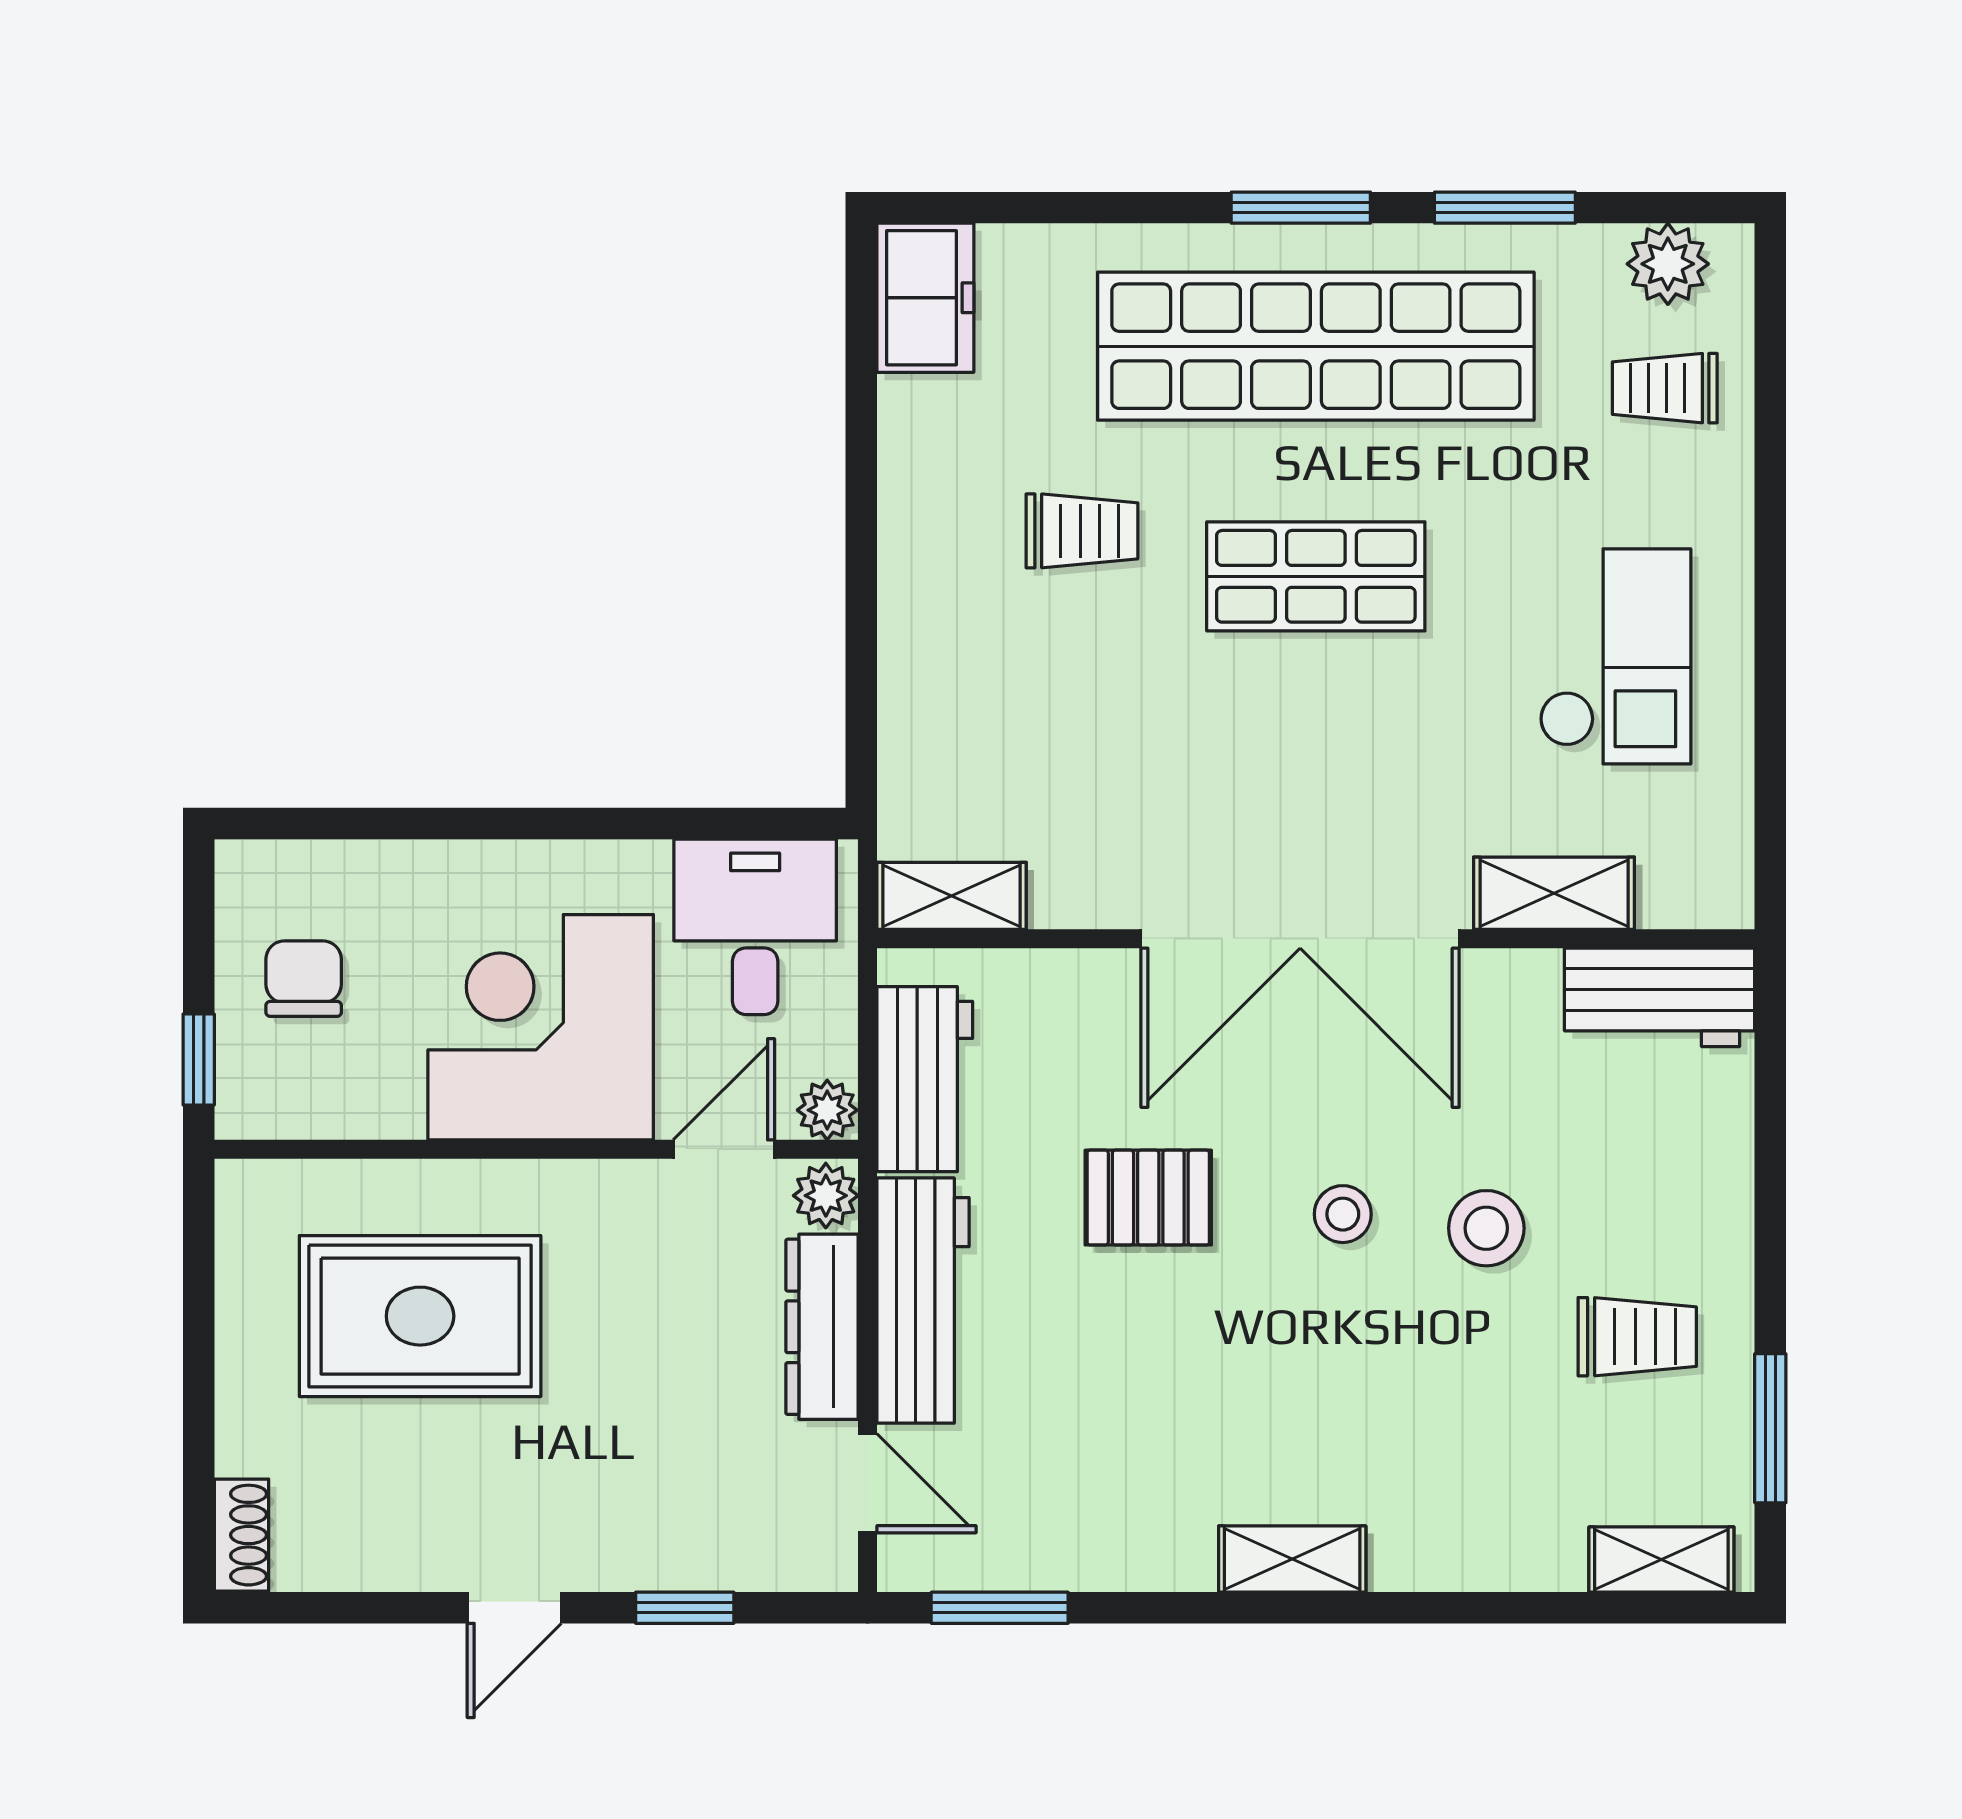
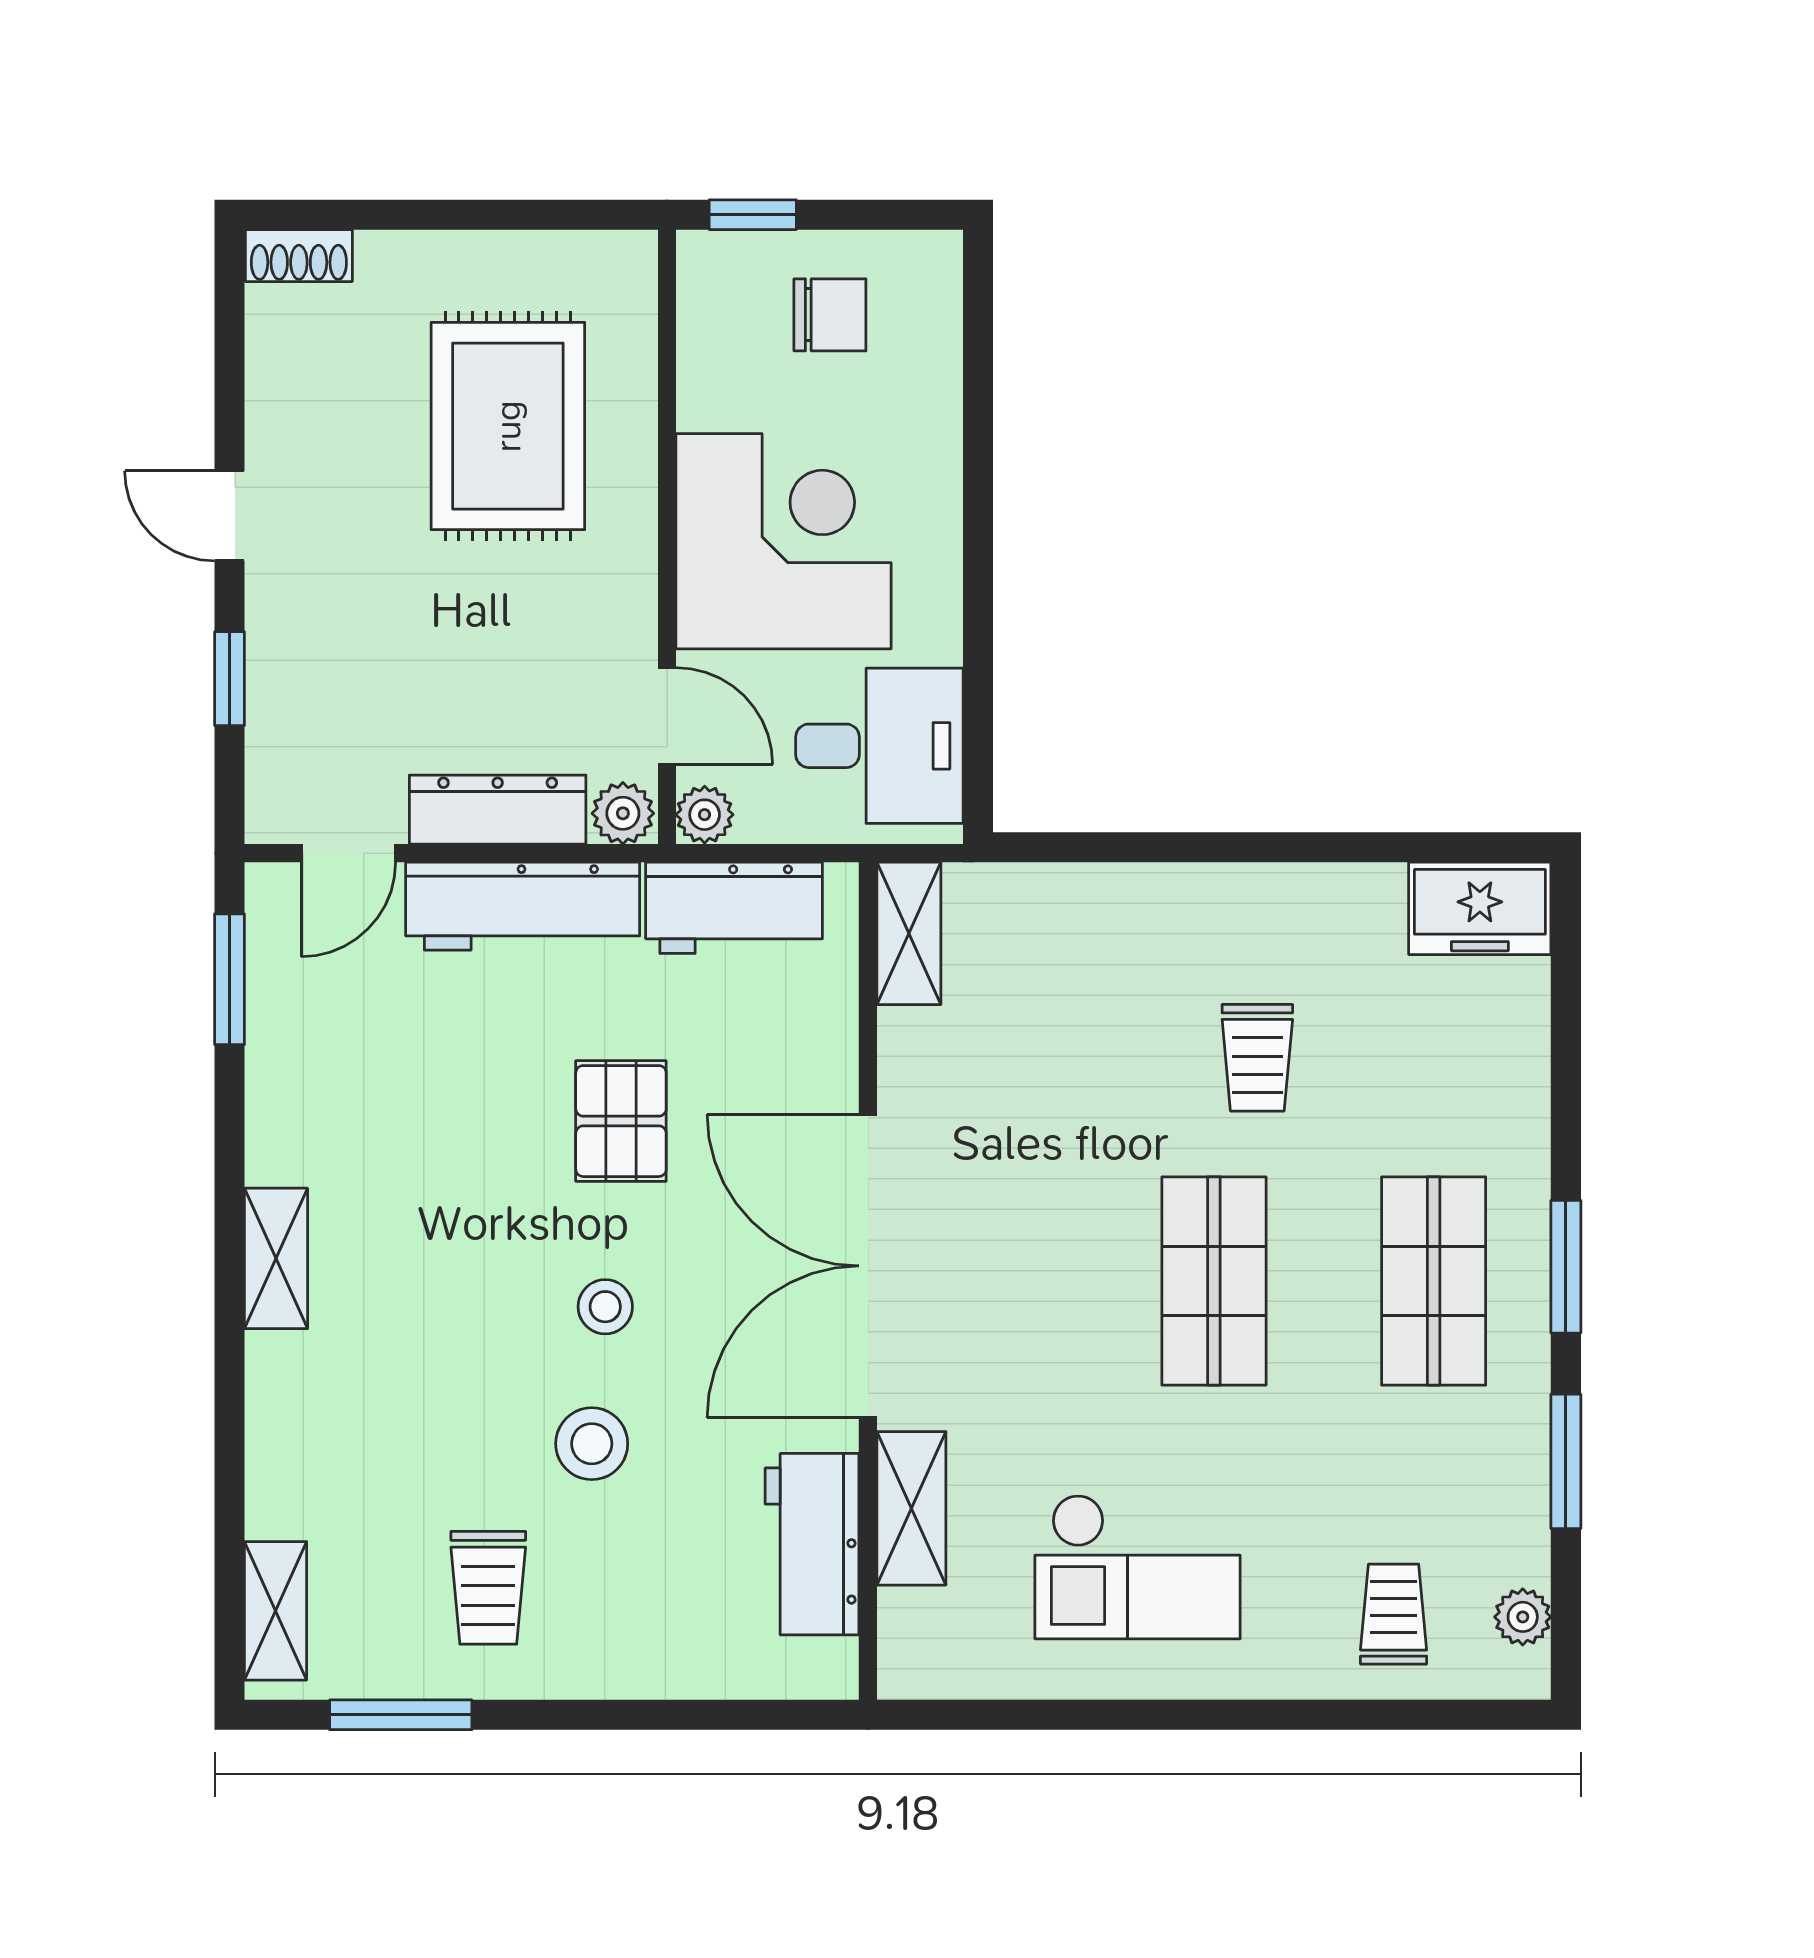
plant: (1668, 264) -> (1523, 1617), width x0.73, depth x0.73
shop shelf: (1316, 346) -> (1434, 1281), width x0.50, depth x0.74
workbench: (1660, 997) -> (812, 1544), moved

